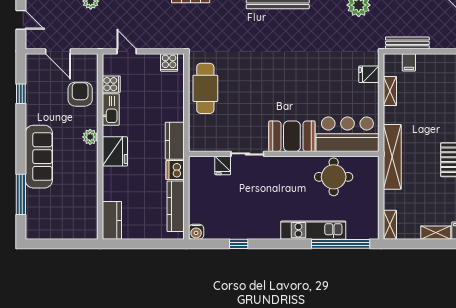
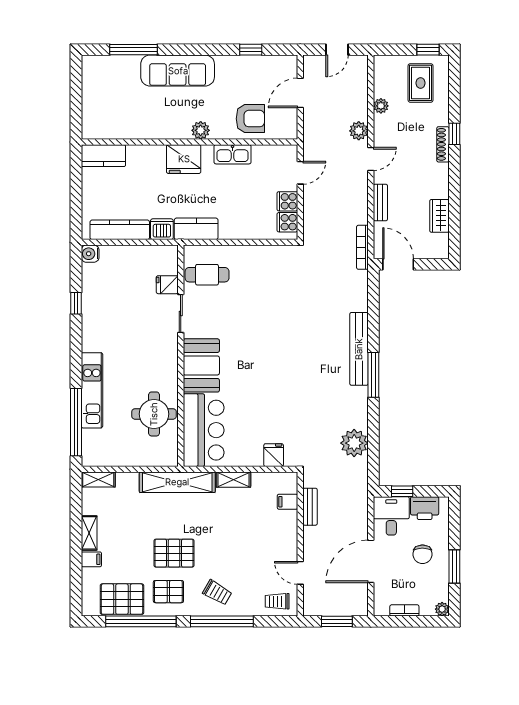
bench: (407, 43) -> (310, 507), width x0.73
cooker: (111, 84) -> (287, 201), moved, turned 90
cafe table: (205, 88) -> (207, 275), moved, width x0.73, depth x0.74
shelving: (390, 91) -> (234, 480), moved

